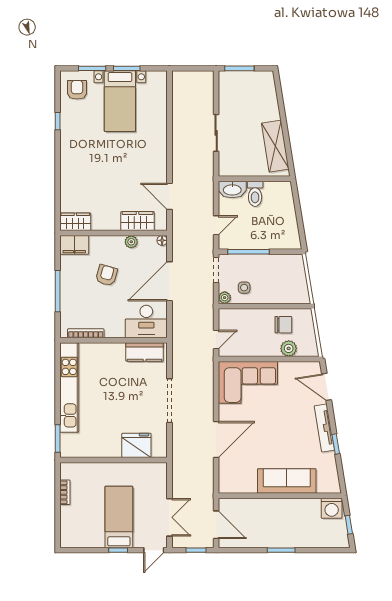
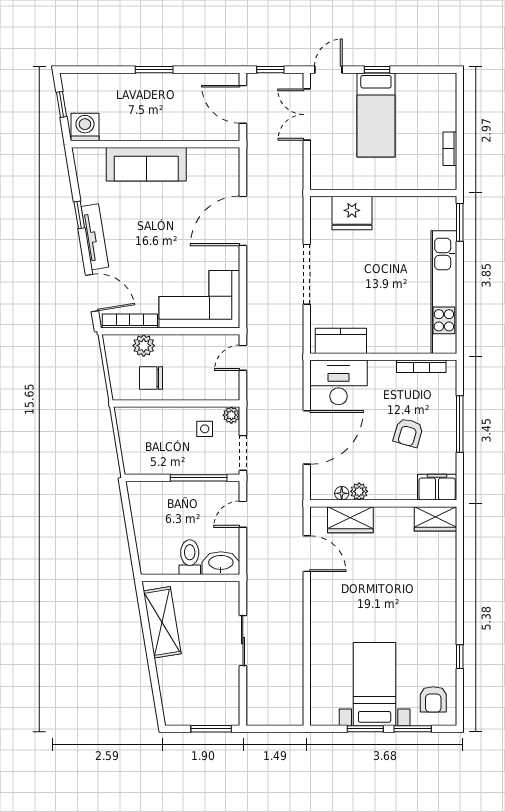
floor lamp: (162, 240) -> (342, 493), moved
armchair: (106, 275) -> (408, 433), moved
bookcase: (299, 366) -> (130, 321), added

